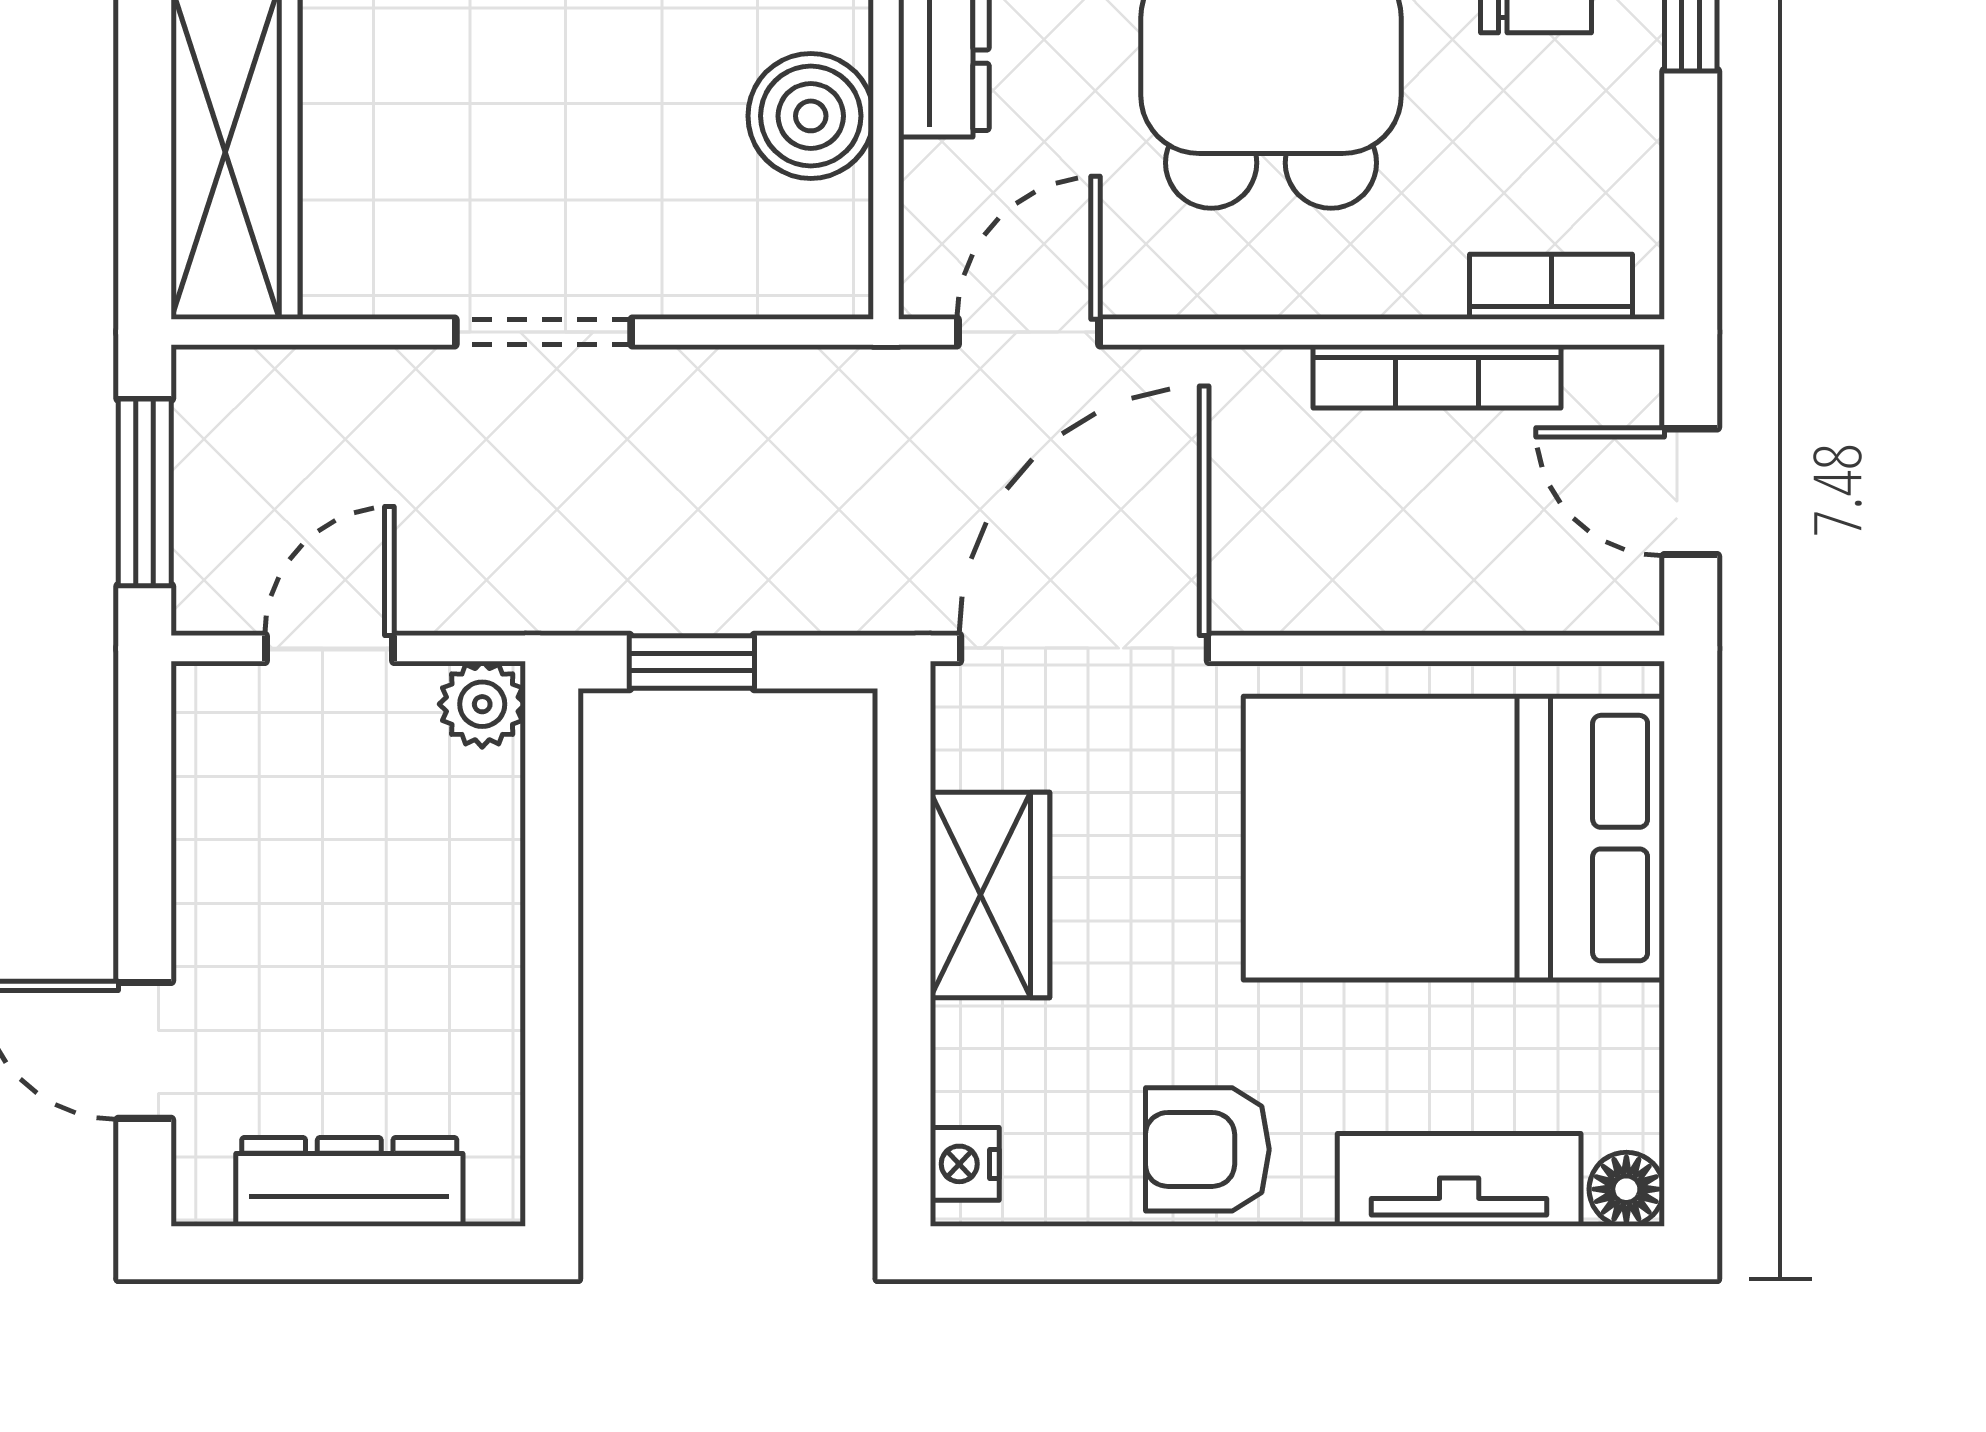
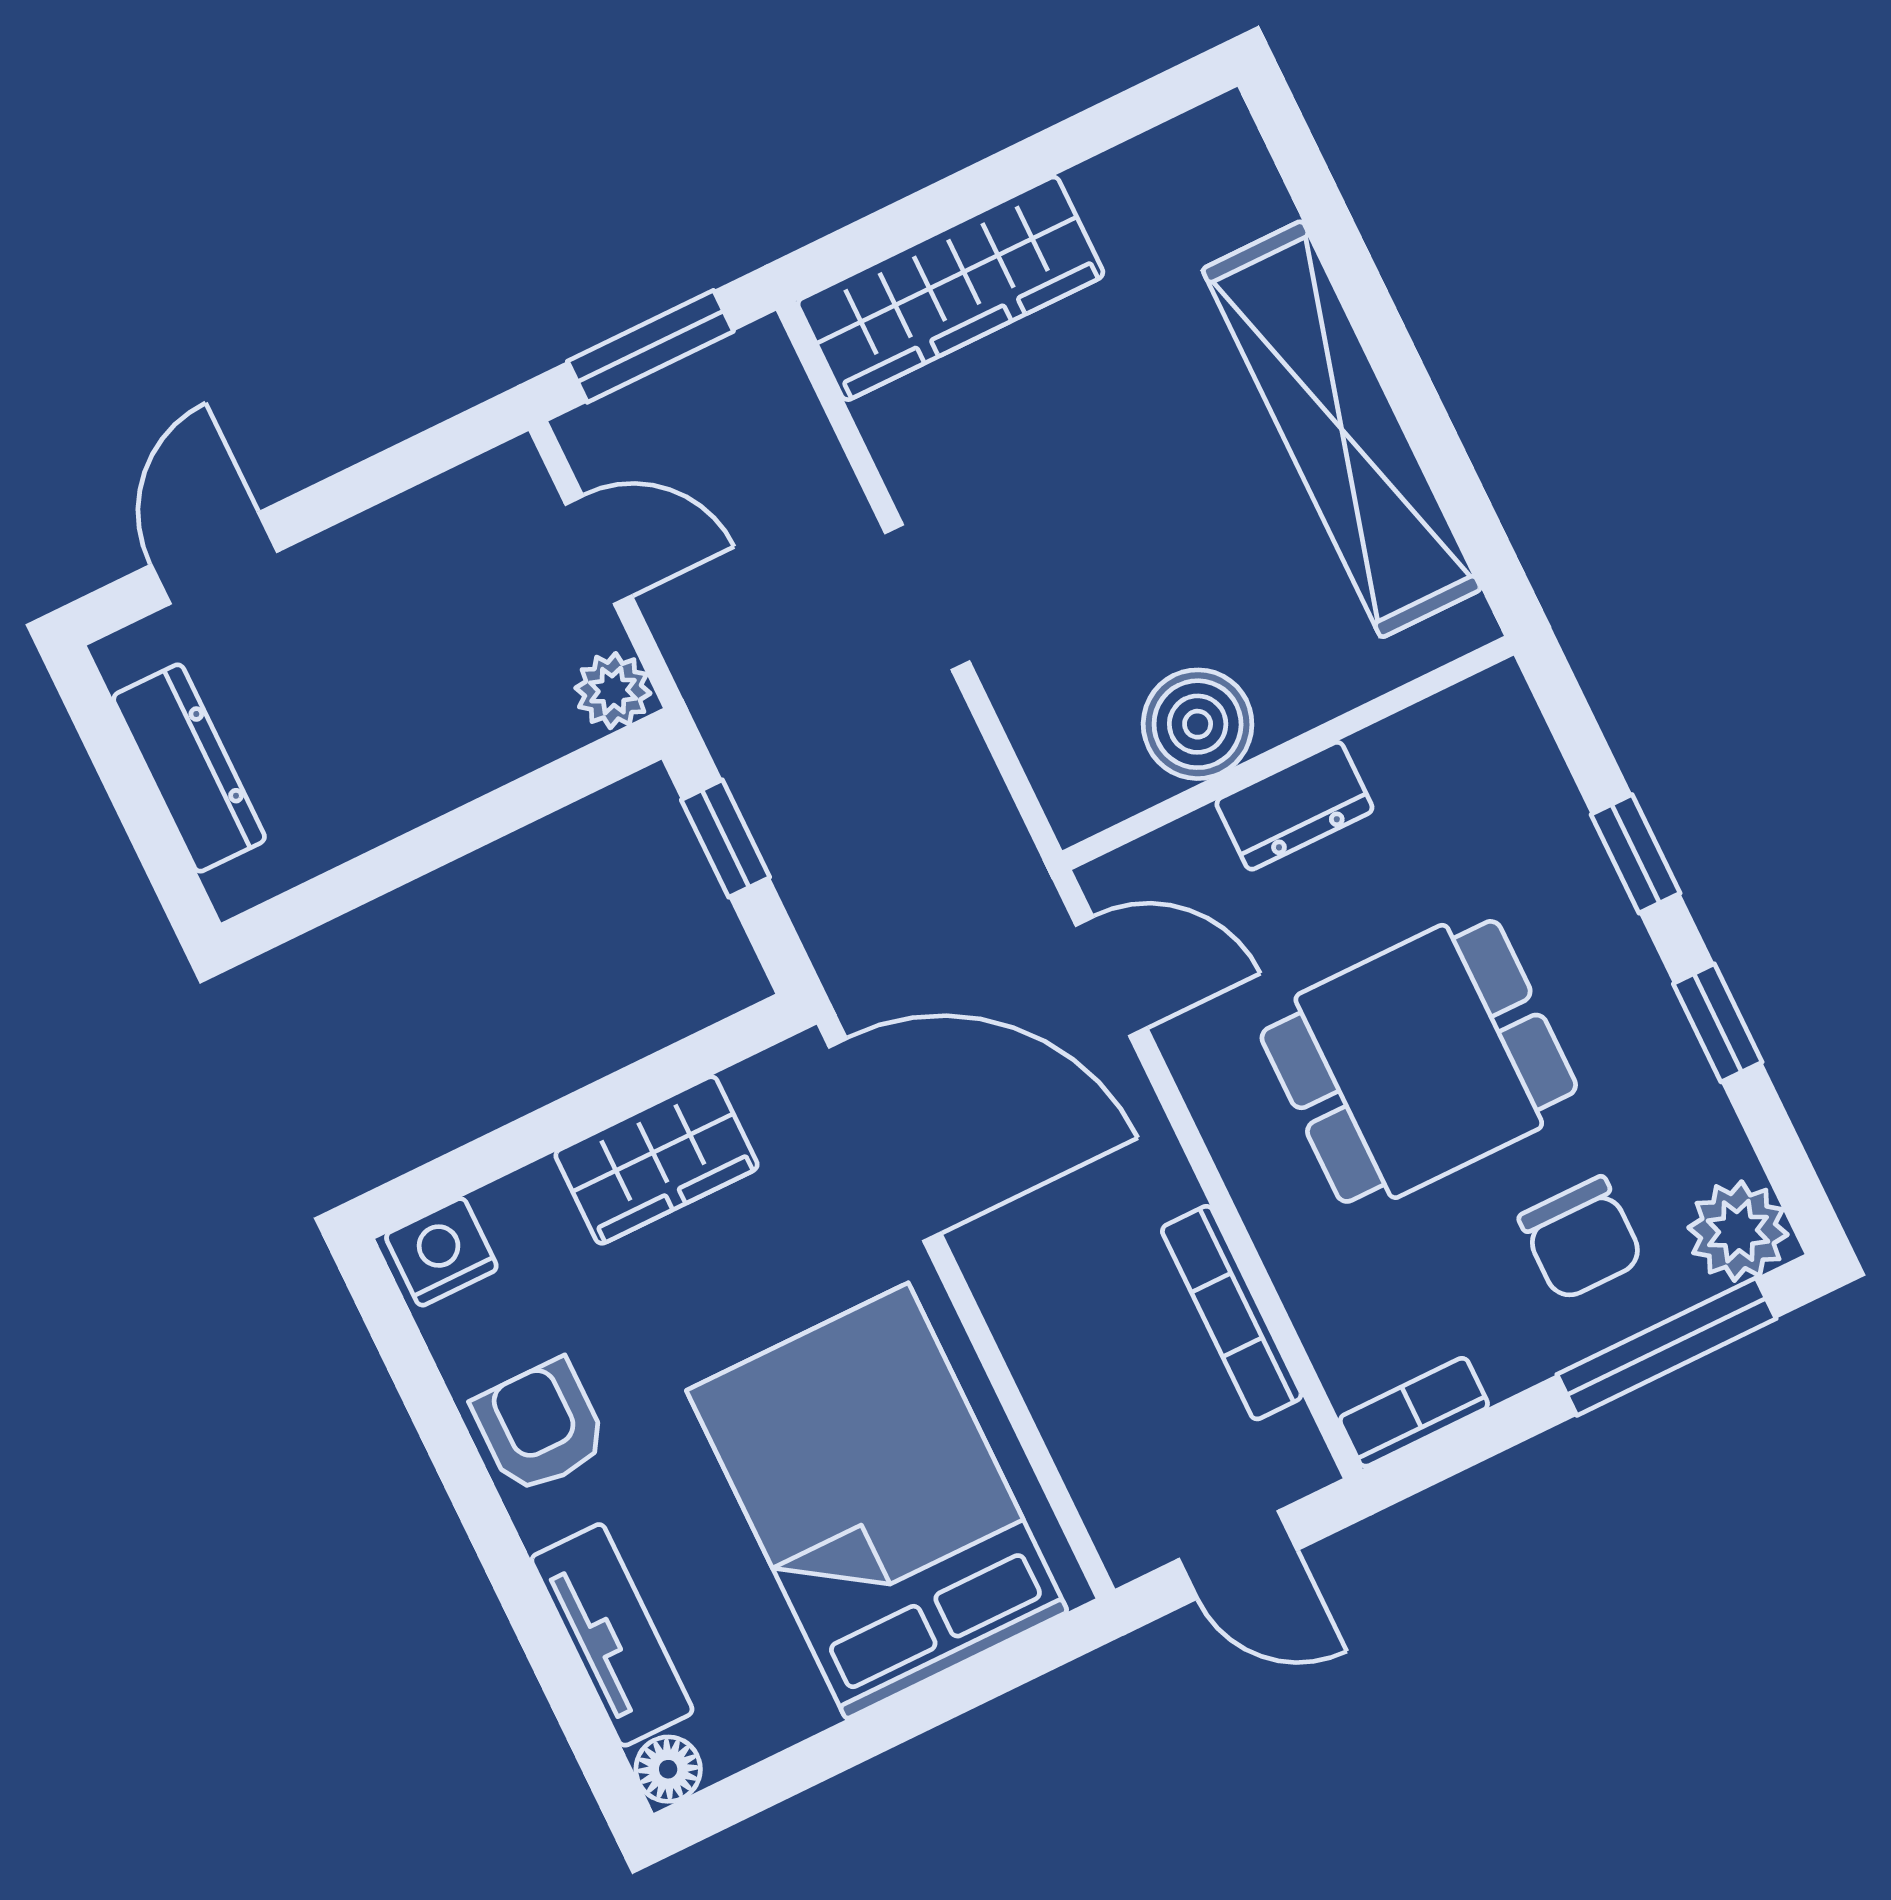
bookcase: (1551, 287) -> (1414, 1412), moved, turned -90
door: (1691, 492) -> (1238, 1555), swing flipped
nightstand: (965, 1164) -> (441, 1252), width x1.39, depth x1.35

